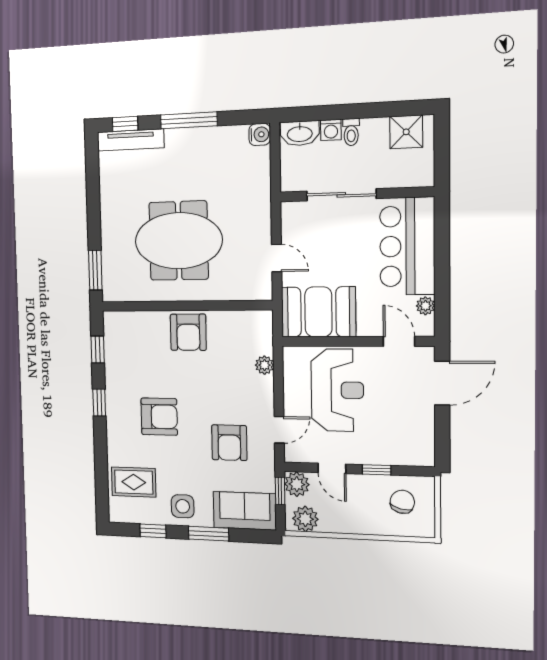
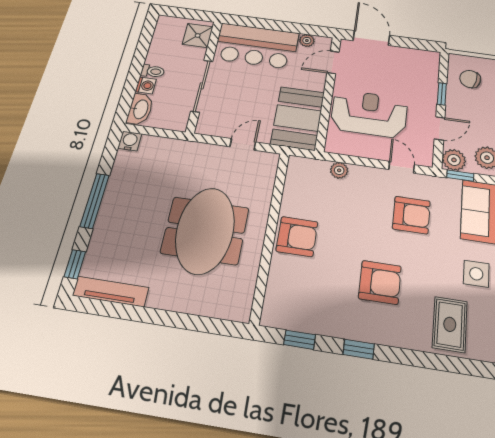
shower: (406, 132) -> (198, 36), moved
tv unit: (130, 140) -> (111, 292), moved, turned -90
window: (95, 270) -> (214, 326), removed
armchair: (159, 417) -> (380, 282), turned 90

